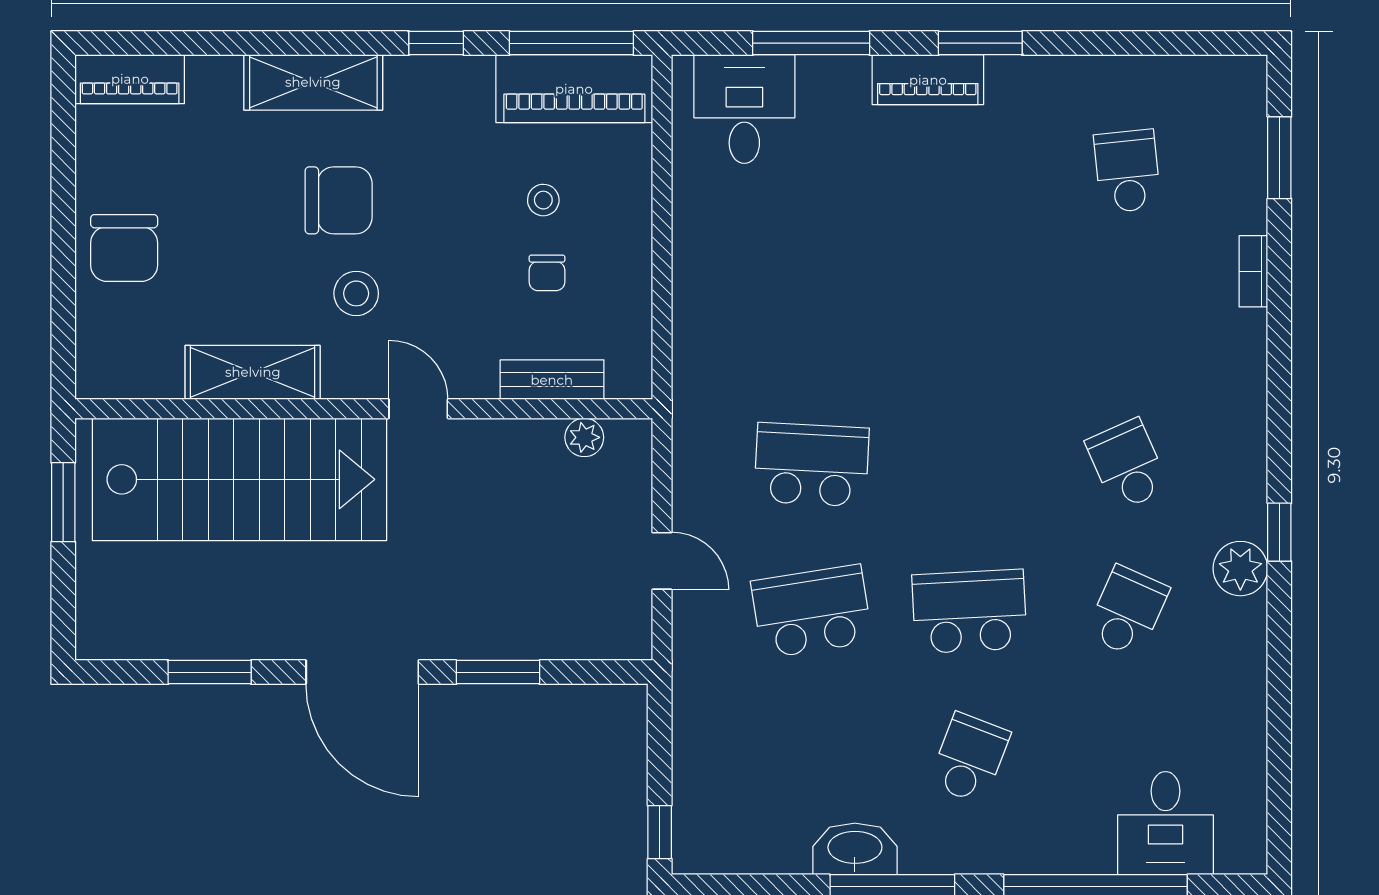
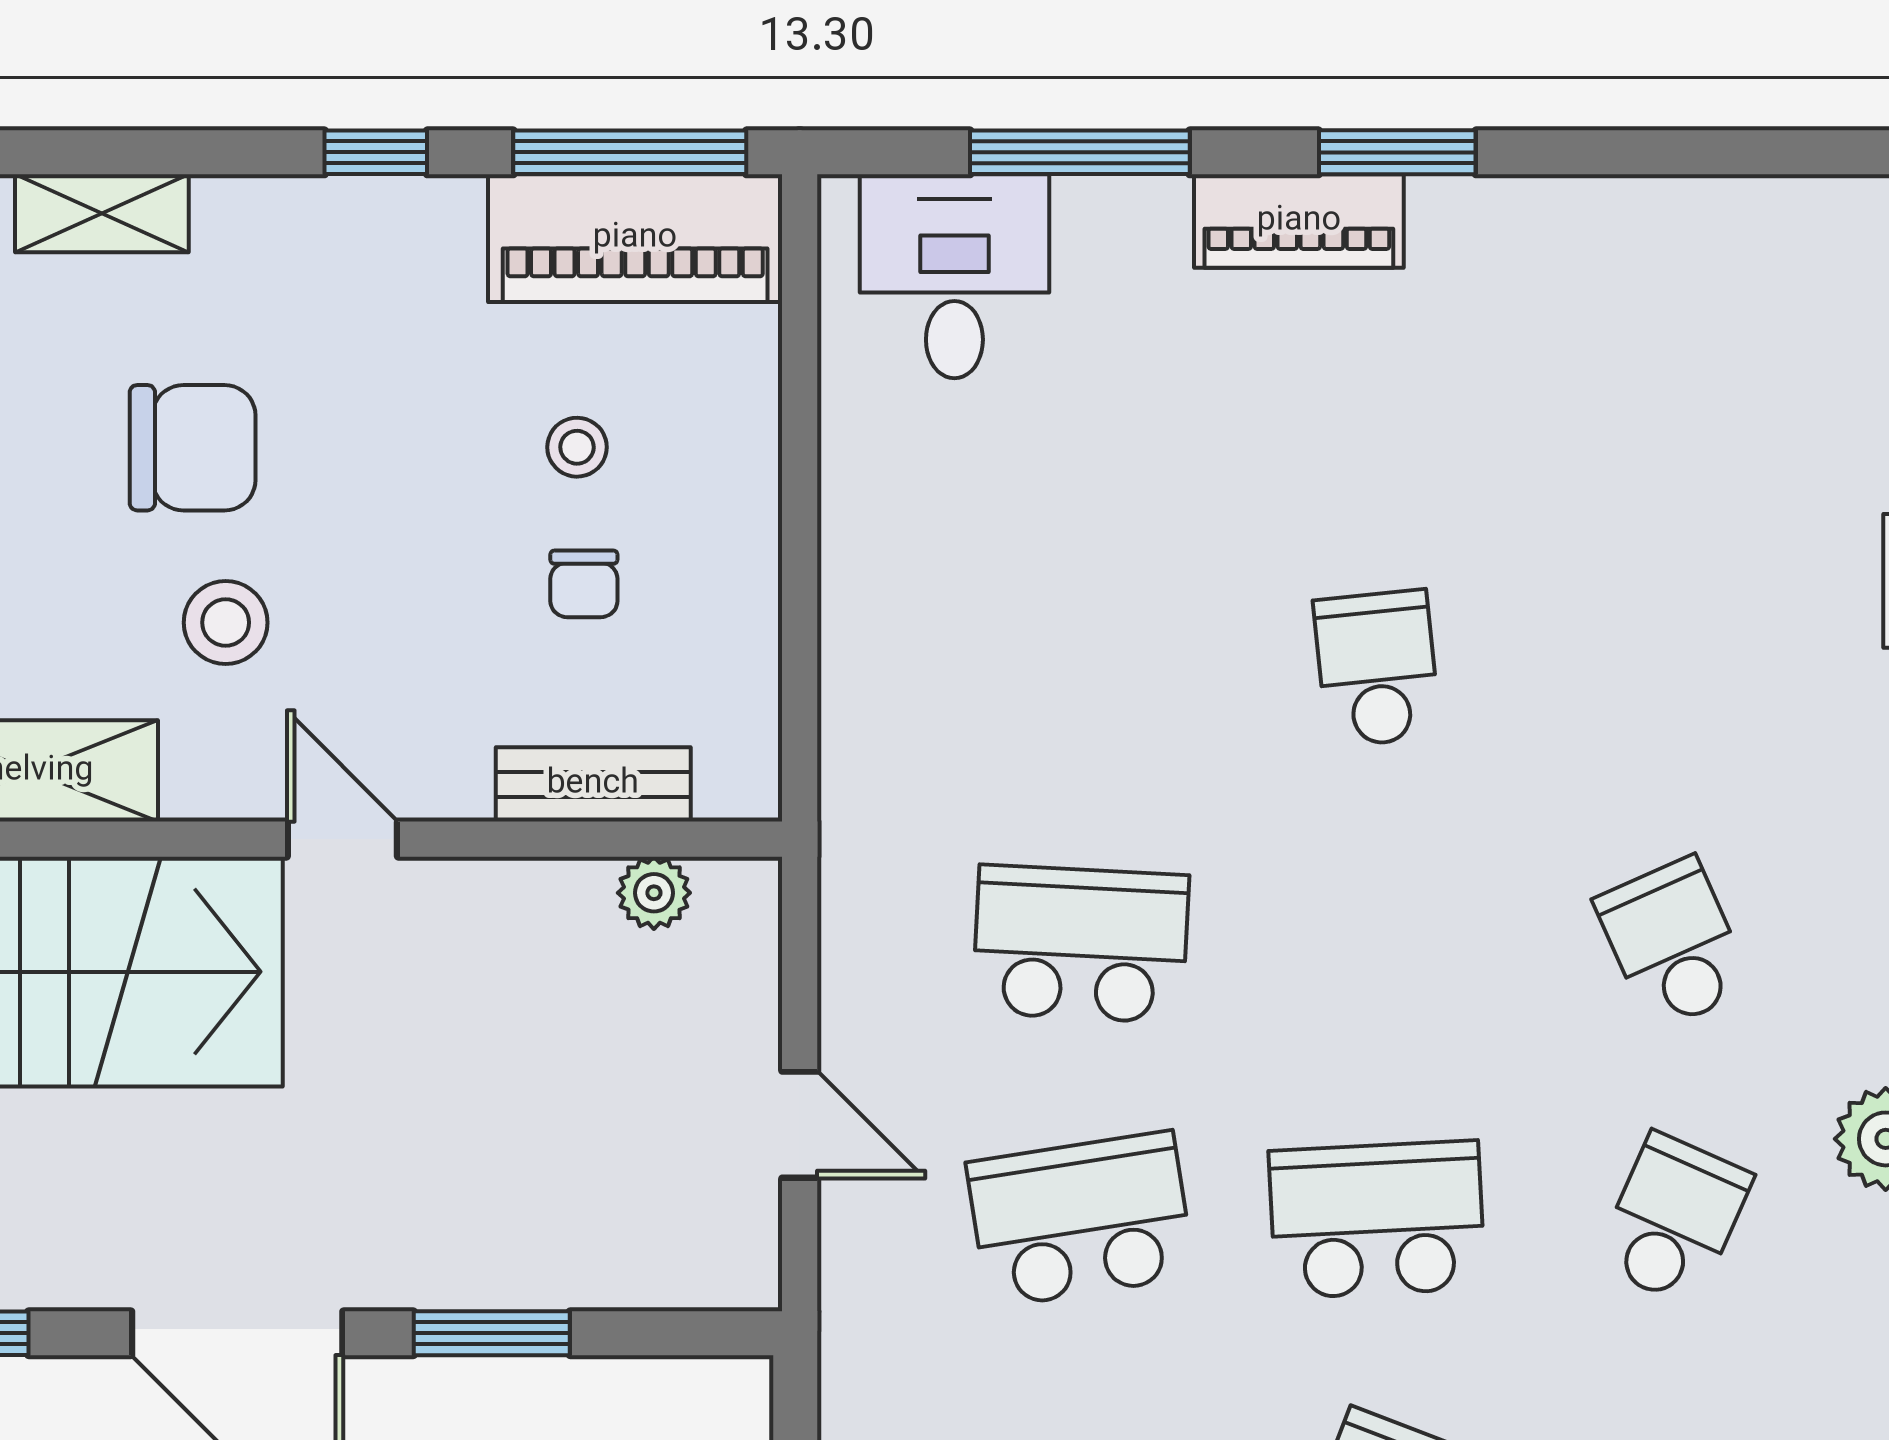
shelving: (313, 82) -> (102, 213), width x0.67, depth x0.75
school desk: (1127, 171) -> (1377, 668), moved

